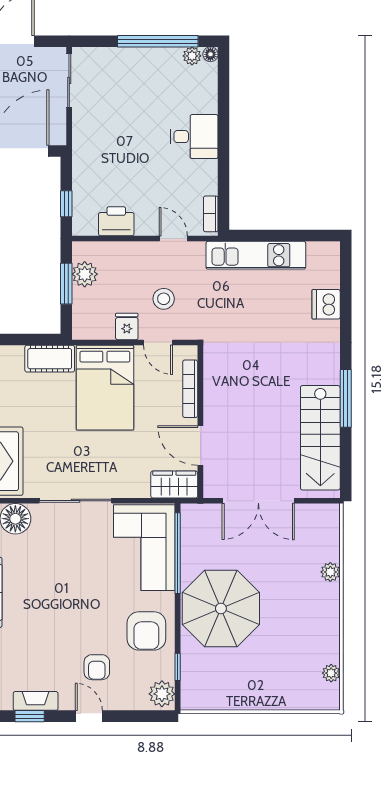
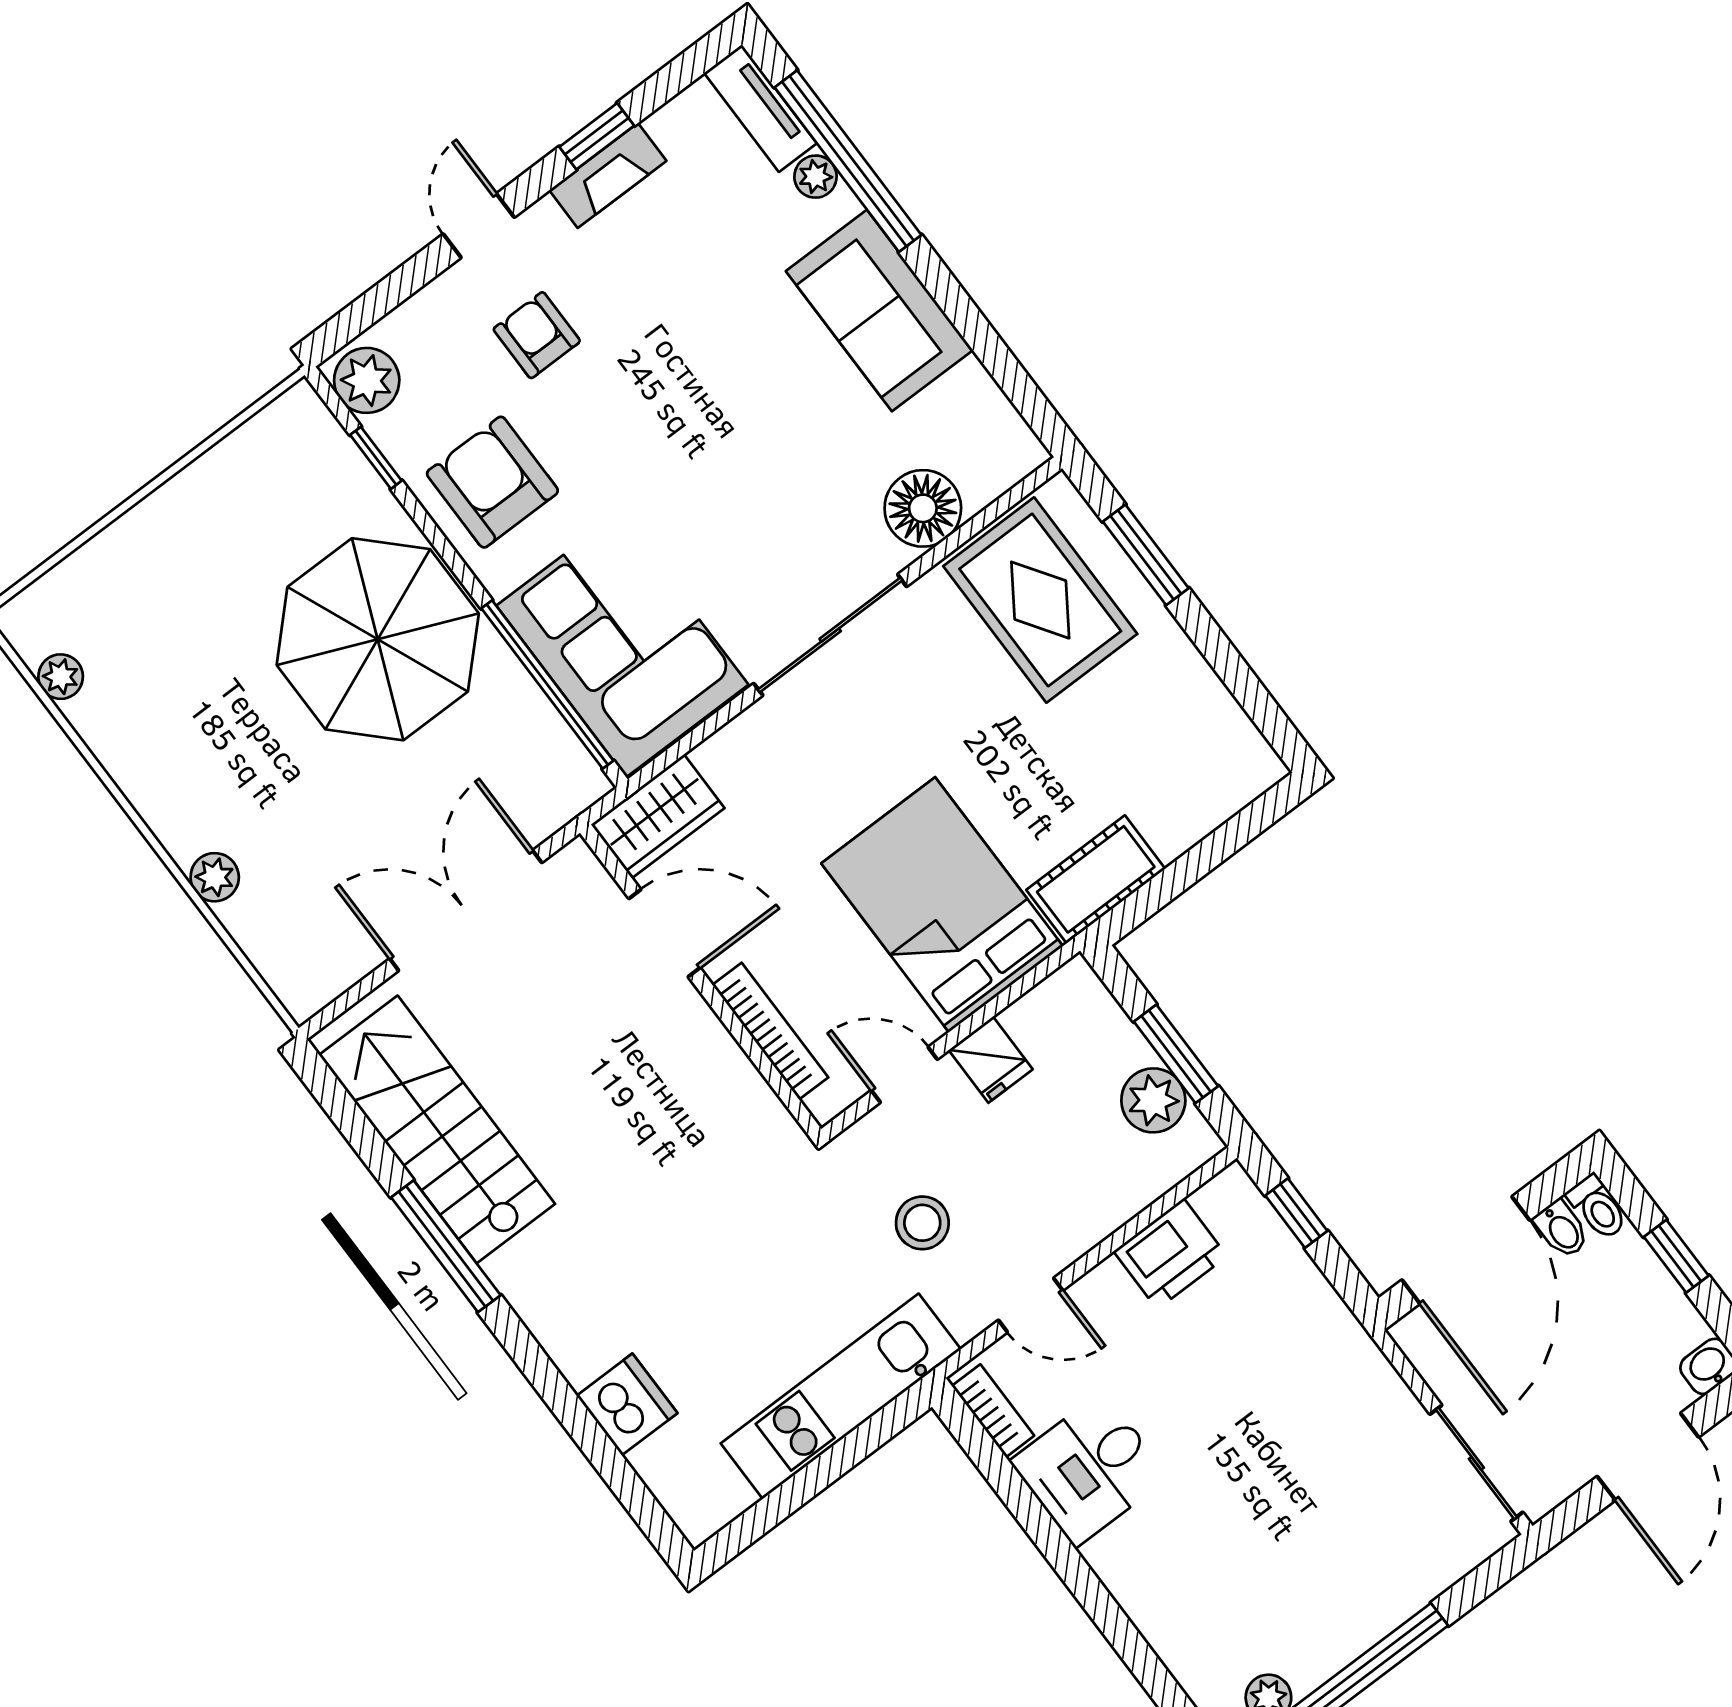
desk: (194, 137) -> (1089, 1469), moved
stool: (164, 299) -> (922, 1223), moved
door: (89, 716) -> (479, 226), swing flipped

